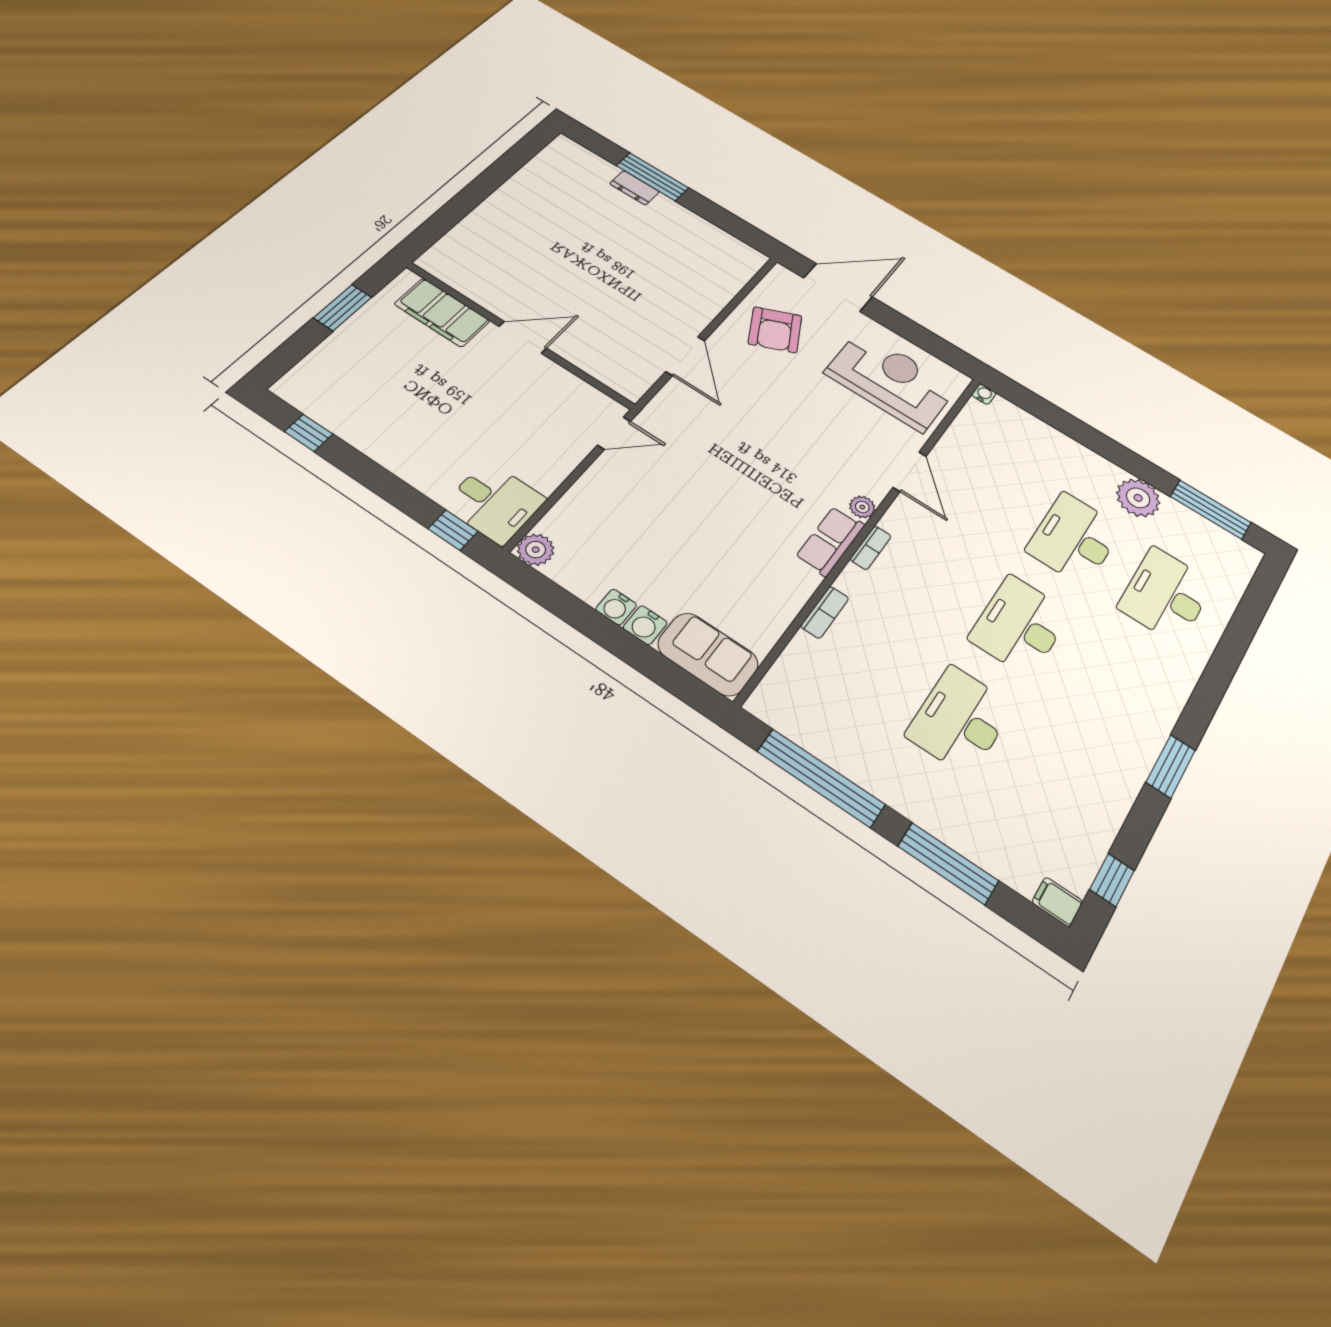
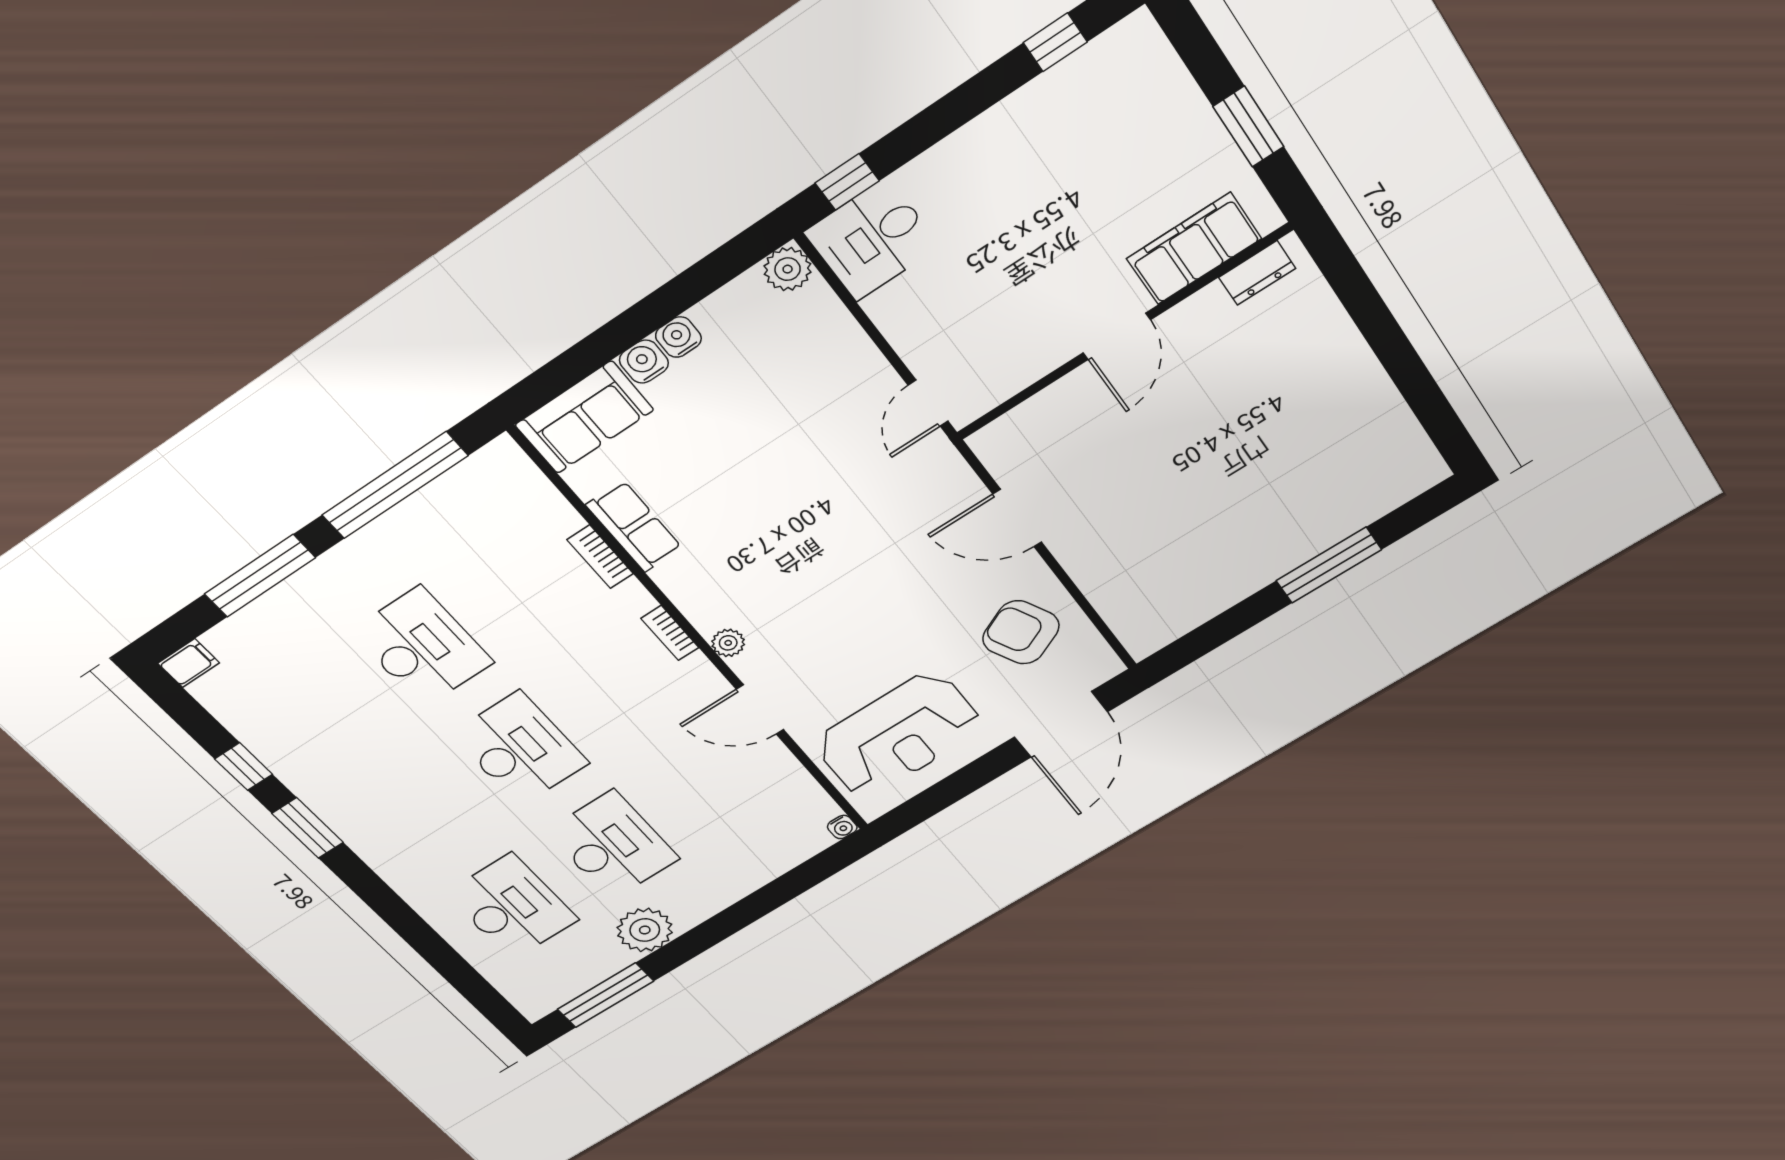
dresser: (634, 188) -> (1257, 273), moved, turned 180
row of seats: (830, 541) -> (634, 526), moved
window: (1112, 880) -> (244, 767), moved

